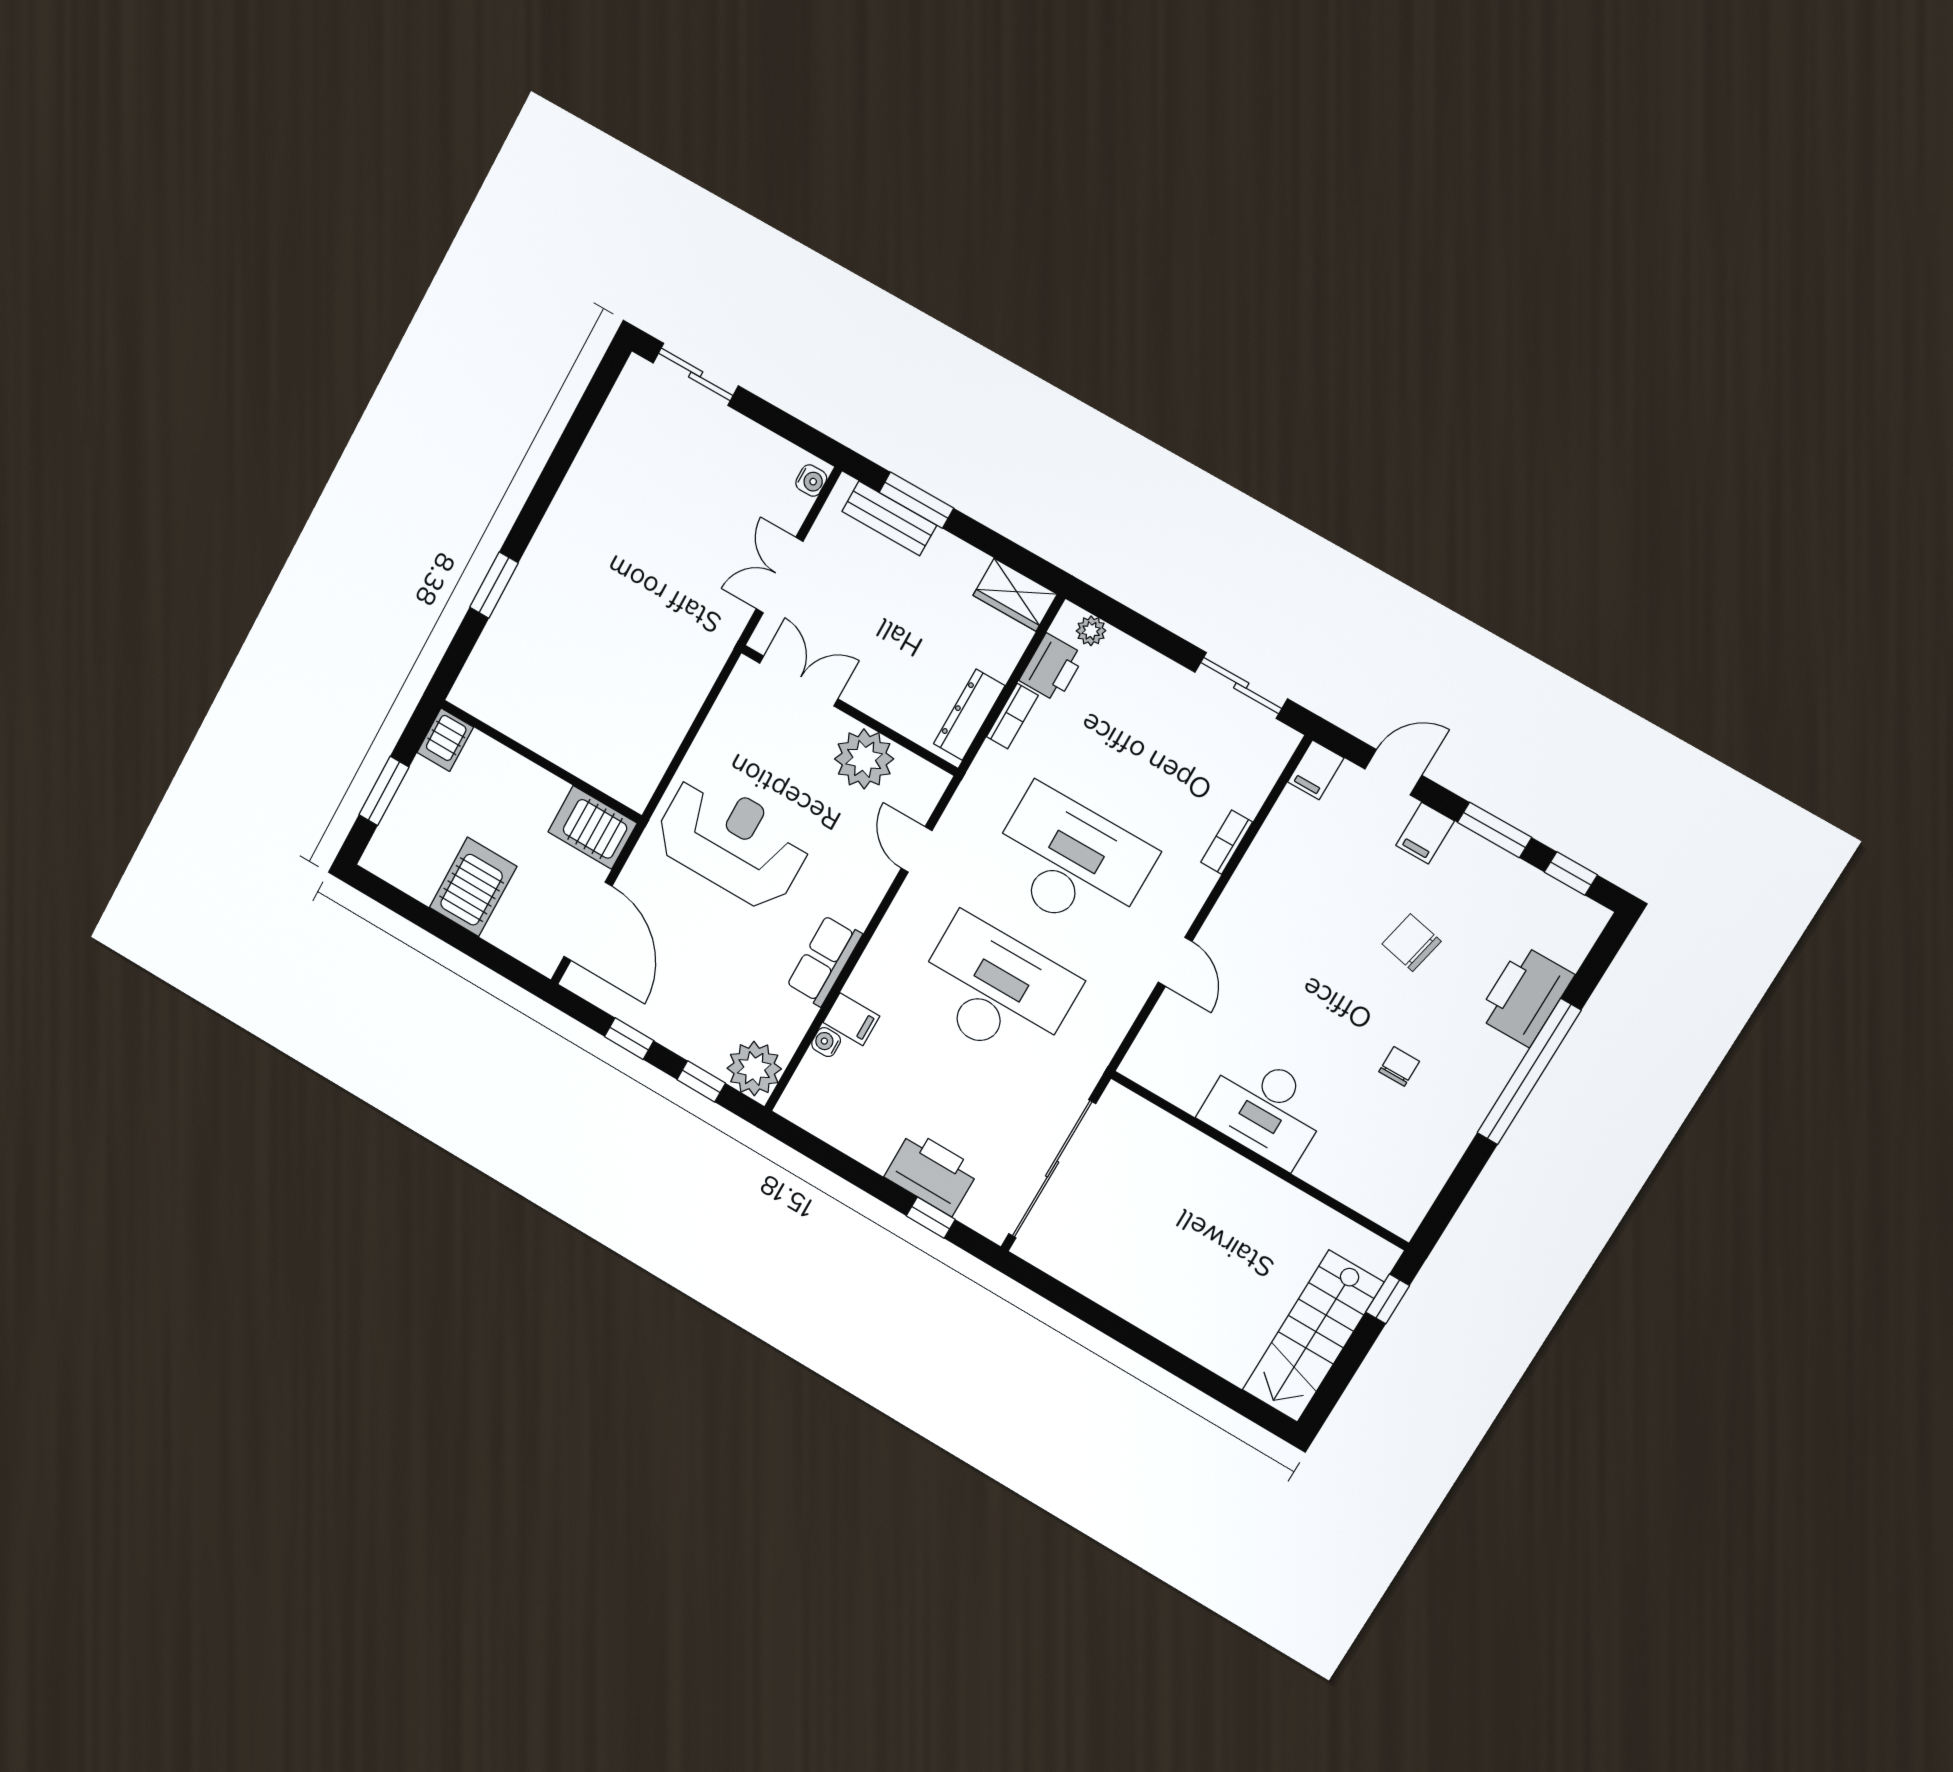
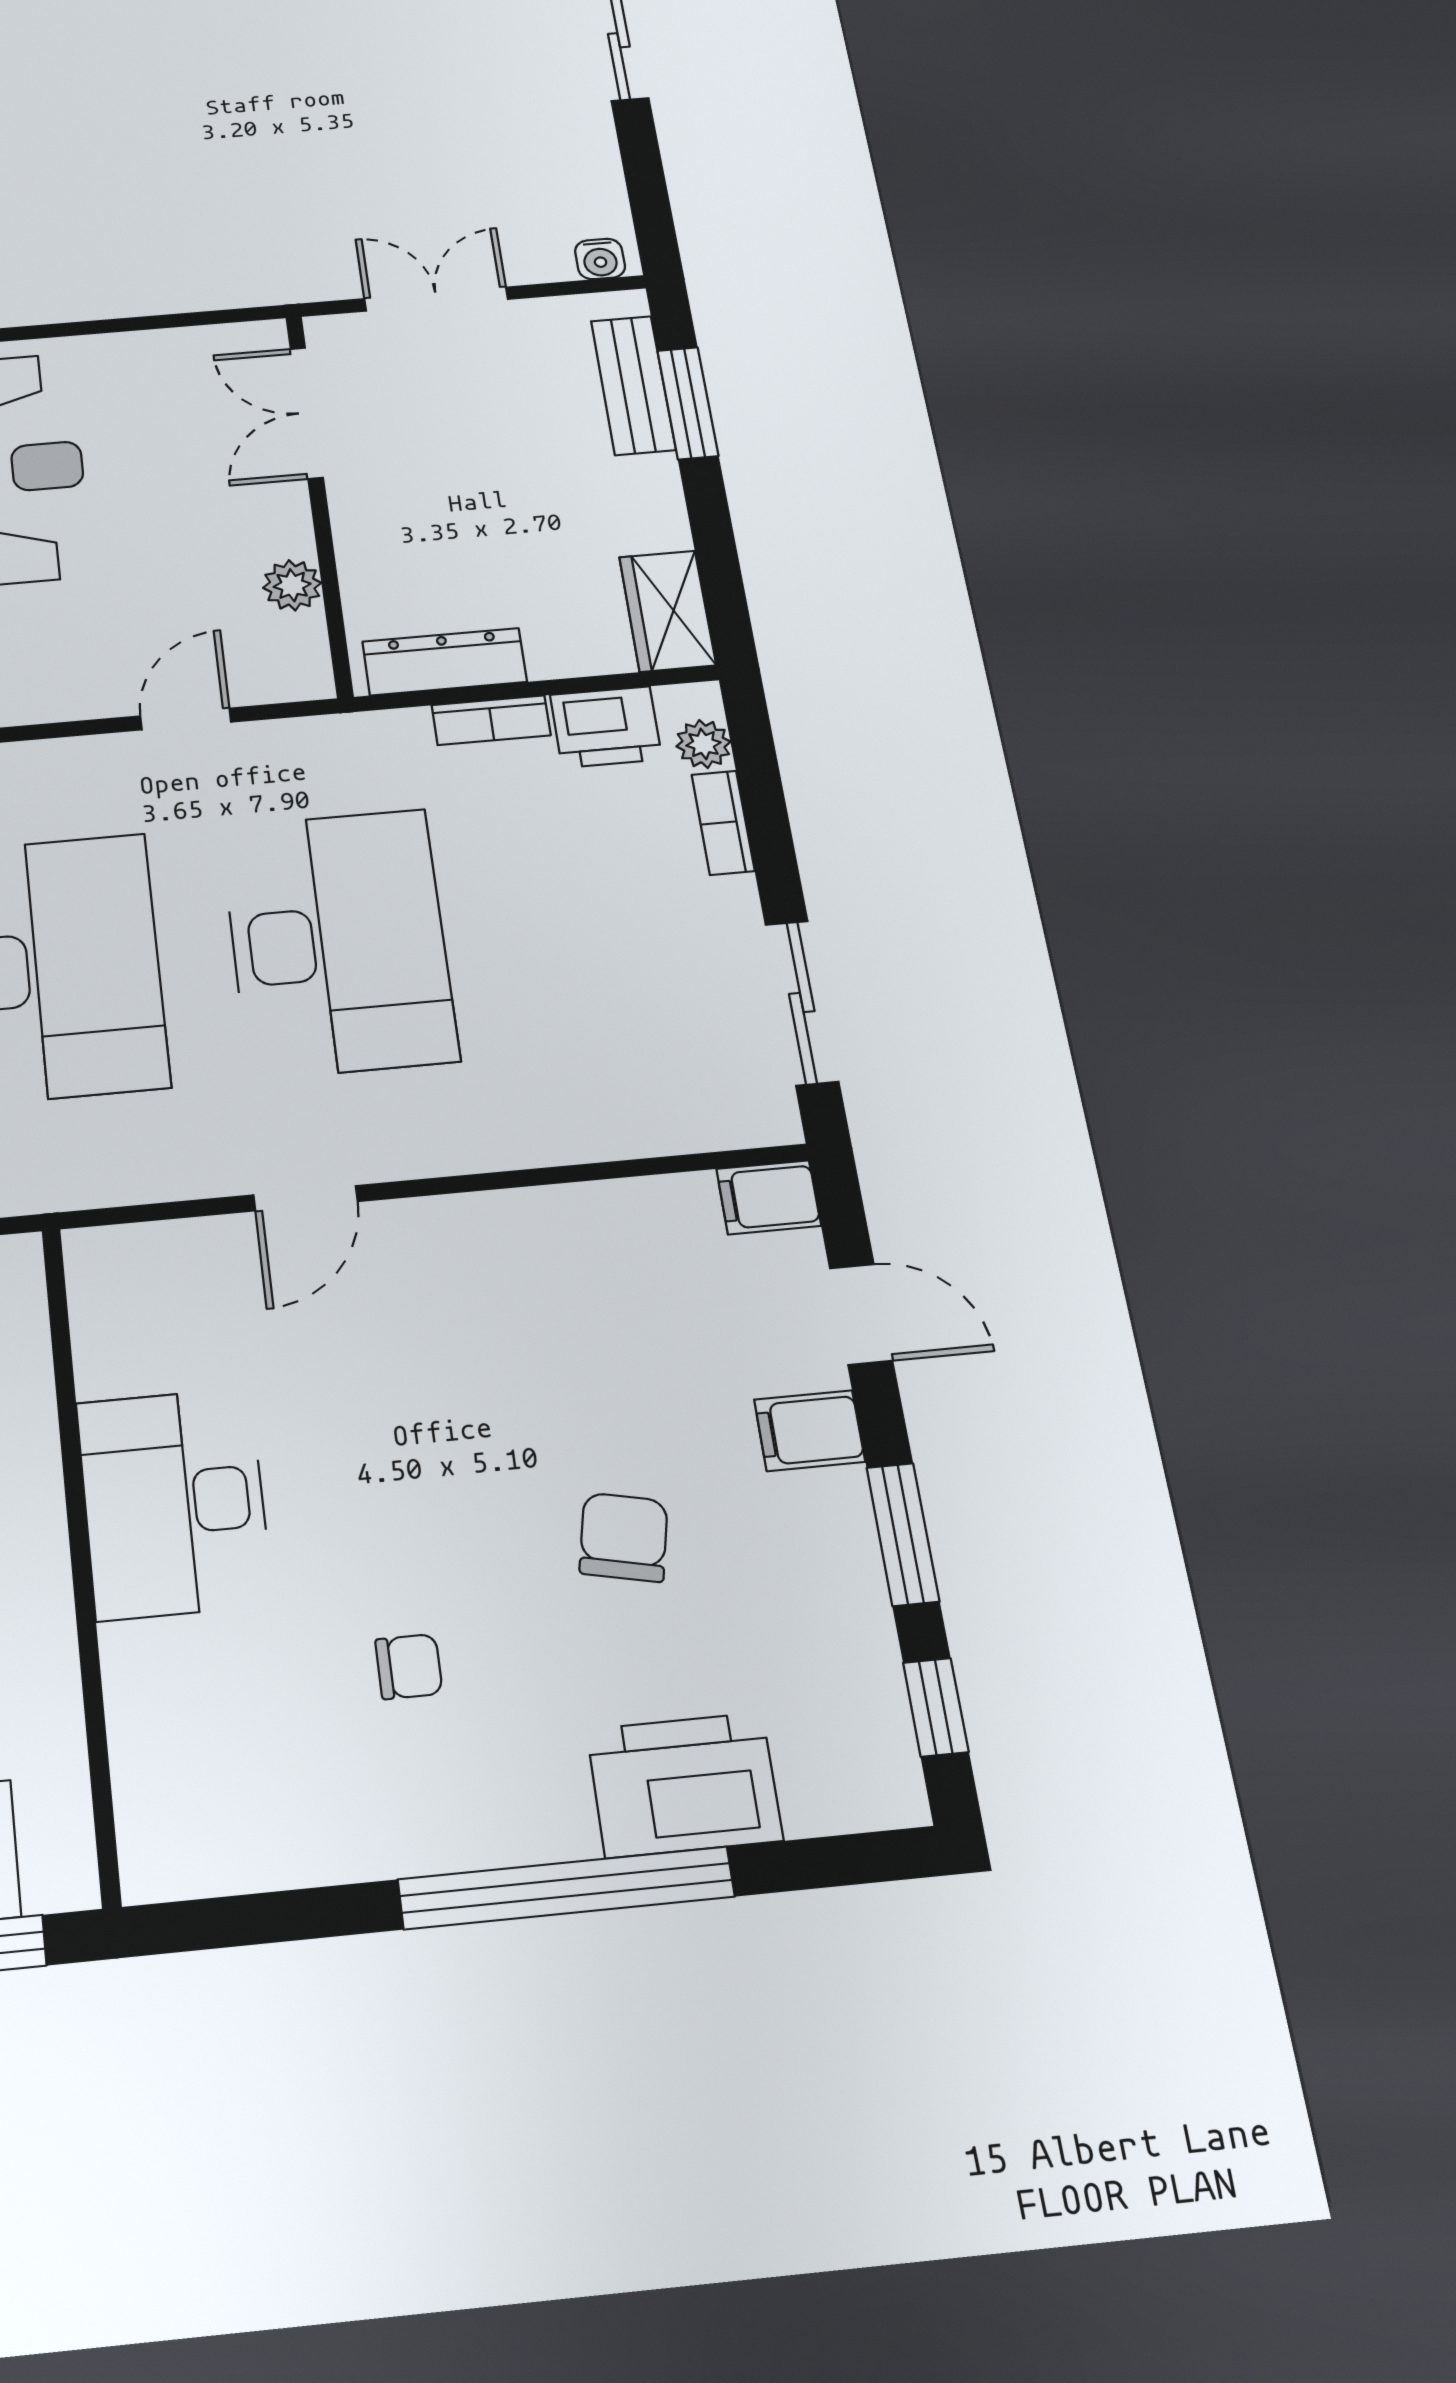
double door: (799, 681) -> (307, 413), swing flipped
plant: (864, 759) -> (292, 585), width x0.53, depth x0.53
bookcase: (1227, 842) -> (723, 823), moved, turned -90

